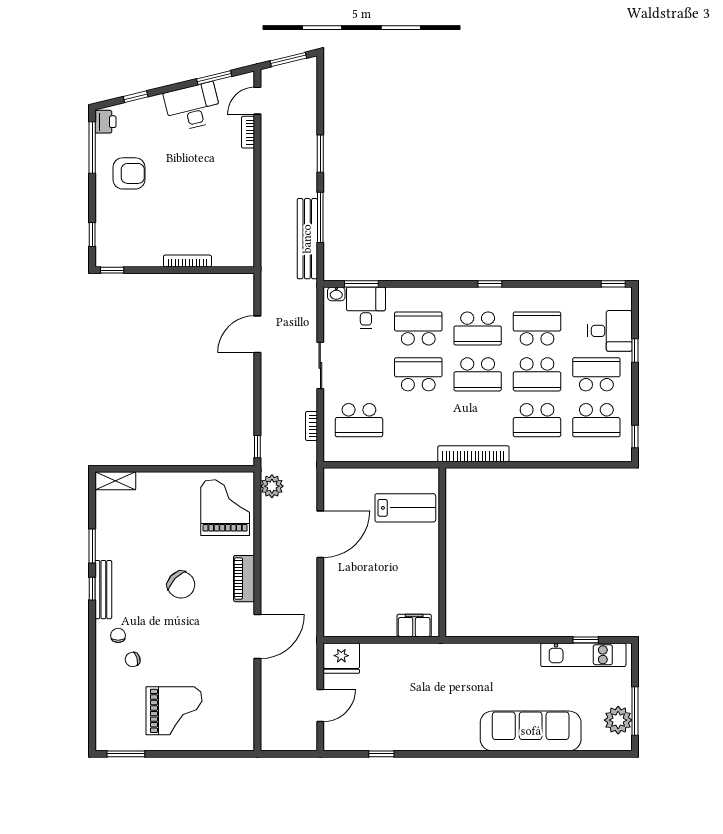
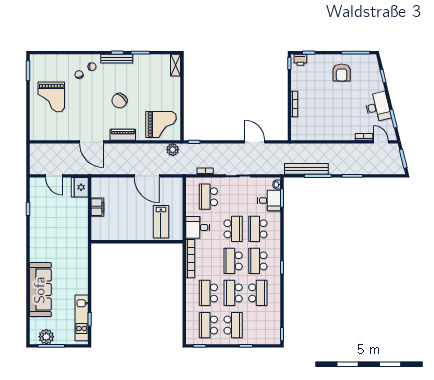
printer: (105, 122) -> (300, 60), moved
school desk: (418, 328) -> (258, 229), turned 180
desk: (610, 331) -> (198, 227), moved, turned 90
filing cabinet: (414, 625) -> (97, 207), moved

